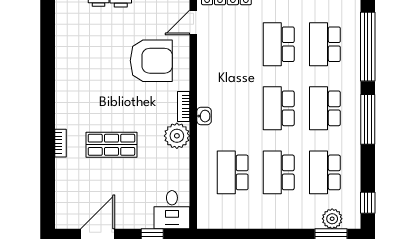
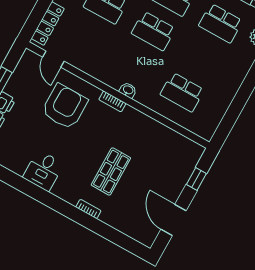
plant: (177, 136) -> (131, 119), removed
school desk: (279, 172) -> (201, 58), removed
desk: (172, 210) -> (43, 171), moved, turned 90

